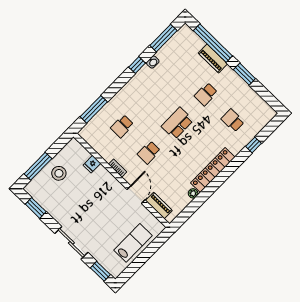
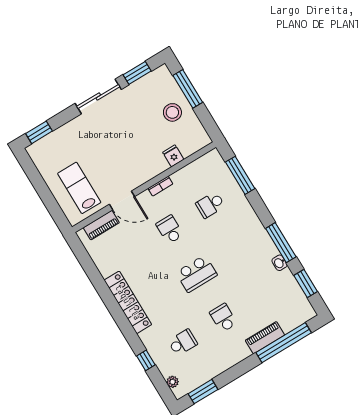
window: (163, 38) -> (306, 284), width x0.69
window: (137, 65) -> (281, 243), width x2.17
window: (244, 74) -> (203, 392), moved
school desk: (177, 123) -> (197, 274), turned 90
school desk: (122, 126) -> (210, 205), turned -90
plant: (193, 193) -> (173, 382), moved
sliding door: (71, 243) -> (98, 96), moved
lab bench: (133, 243) -> (79, 188), moved, turned 180

